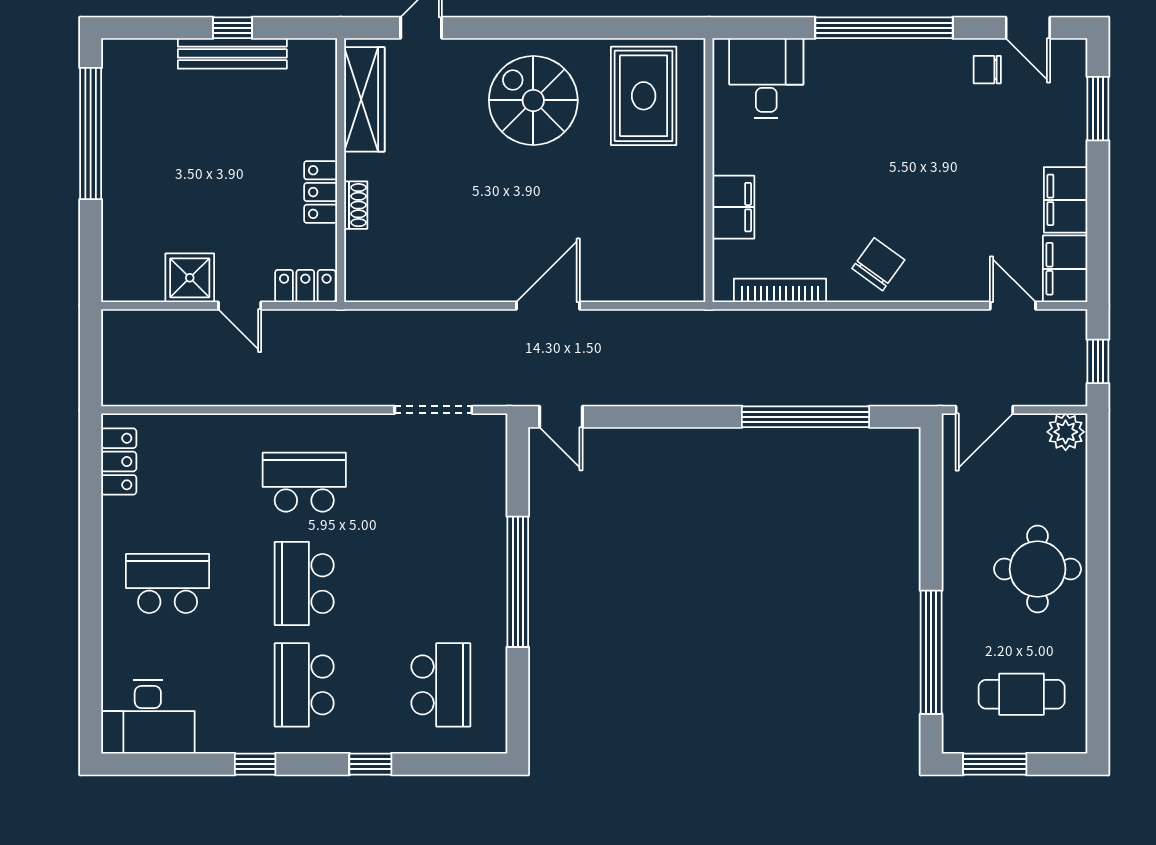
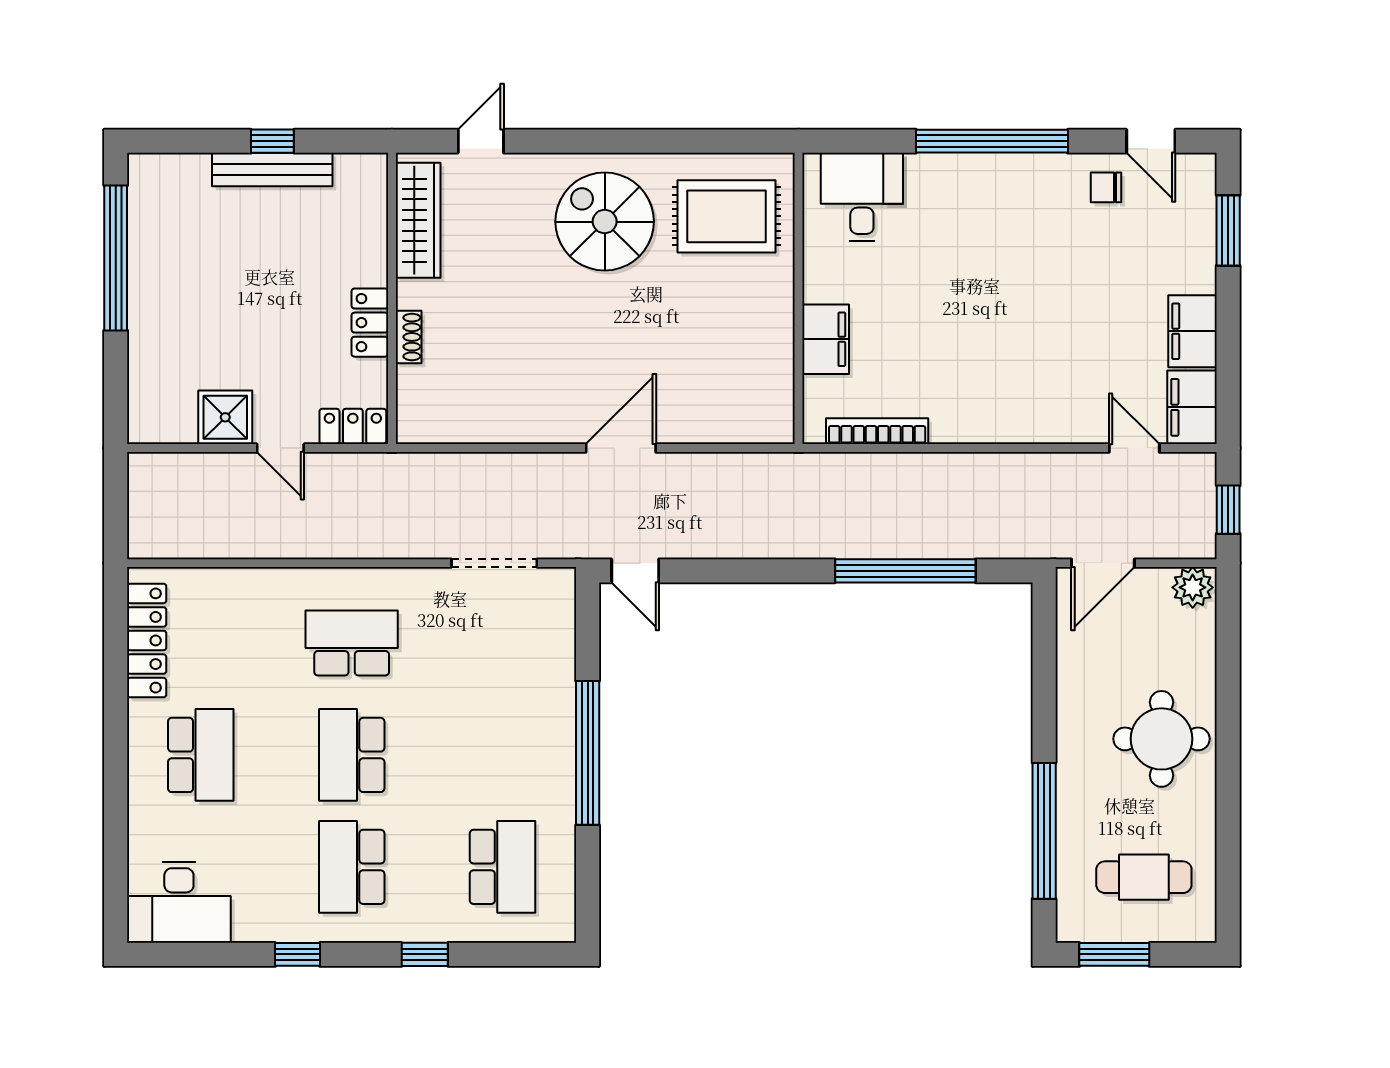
rug: (644, 96) -> (726, 216), turned 90
chair: (878, 264) -> (986, 402), removed
locker: (119, 462) -> (147, 640), width x1.53
school desk: (168, 584) -> (201, 755), turned 90

